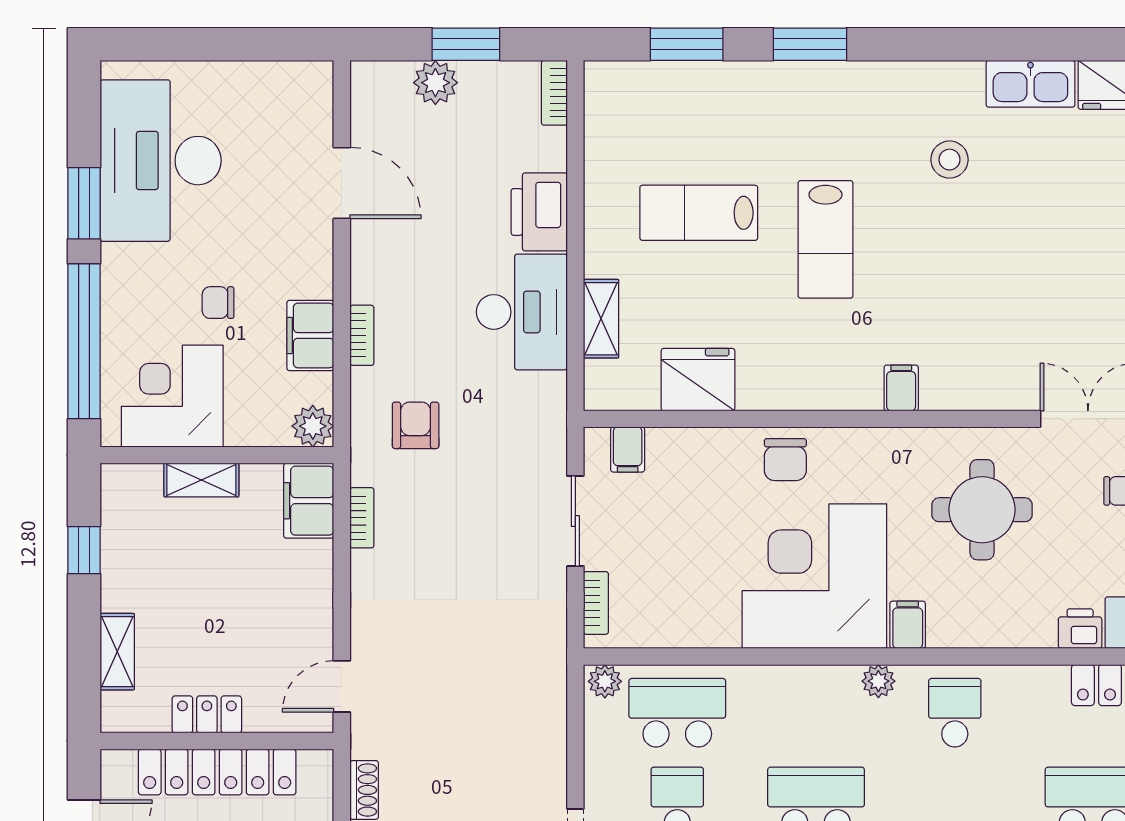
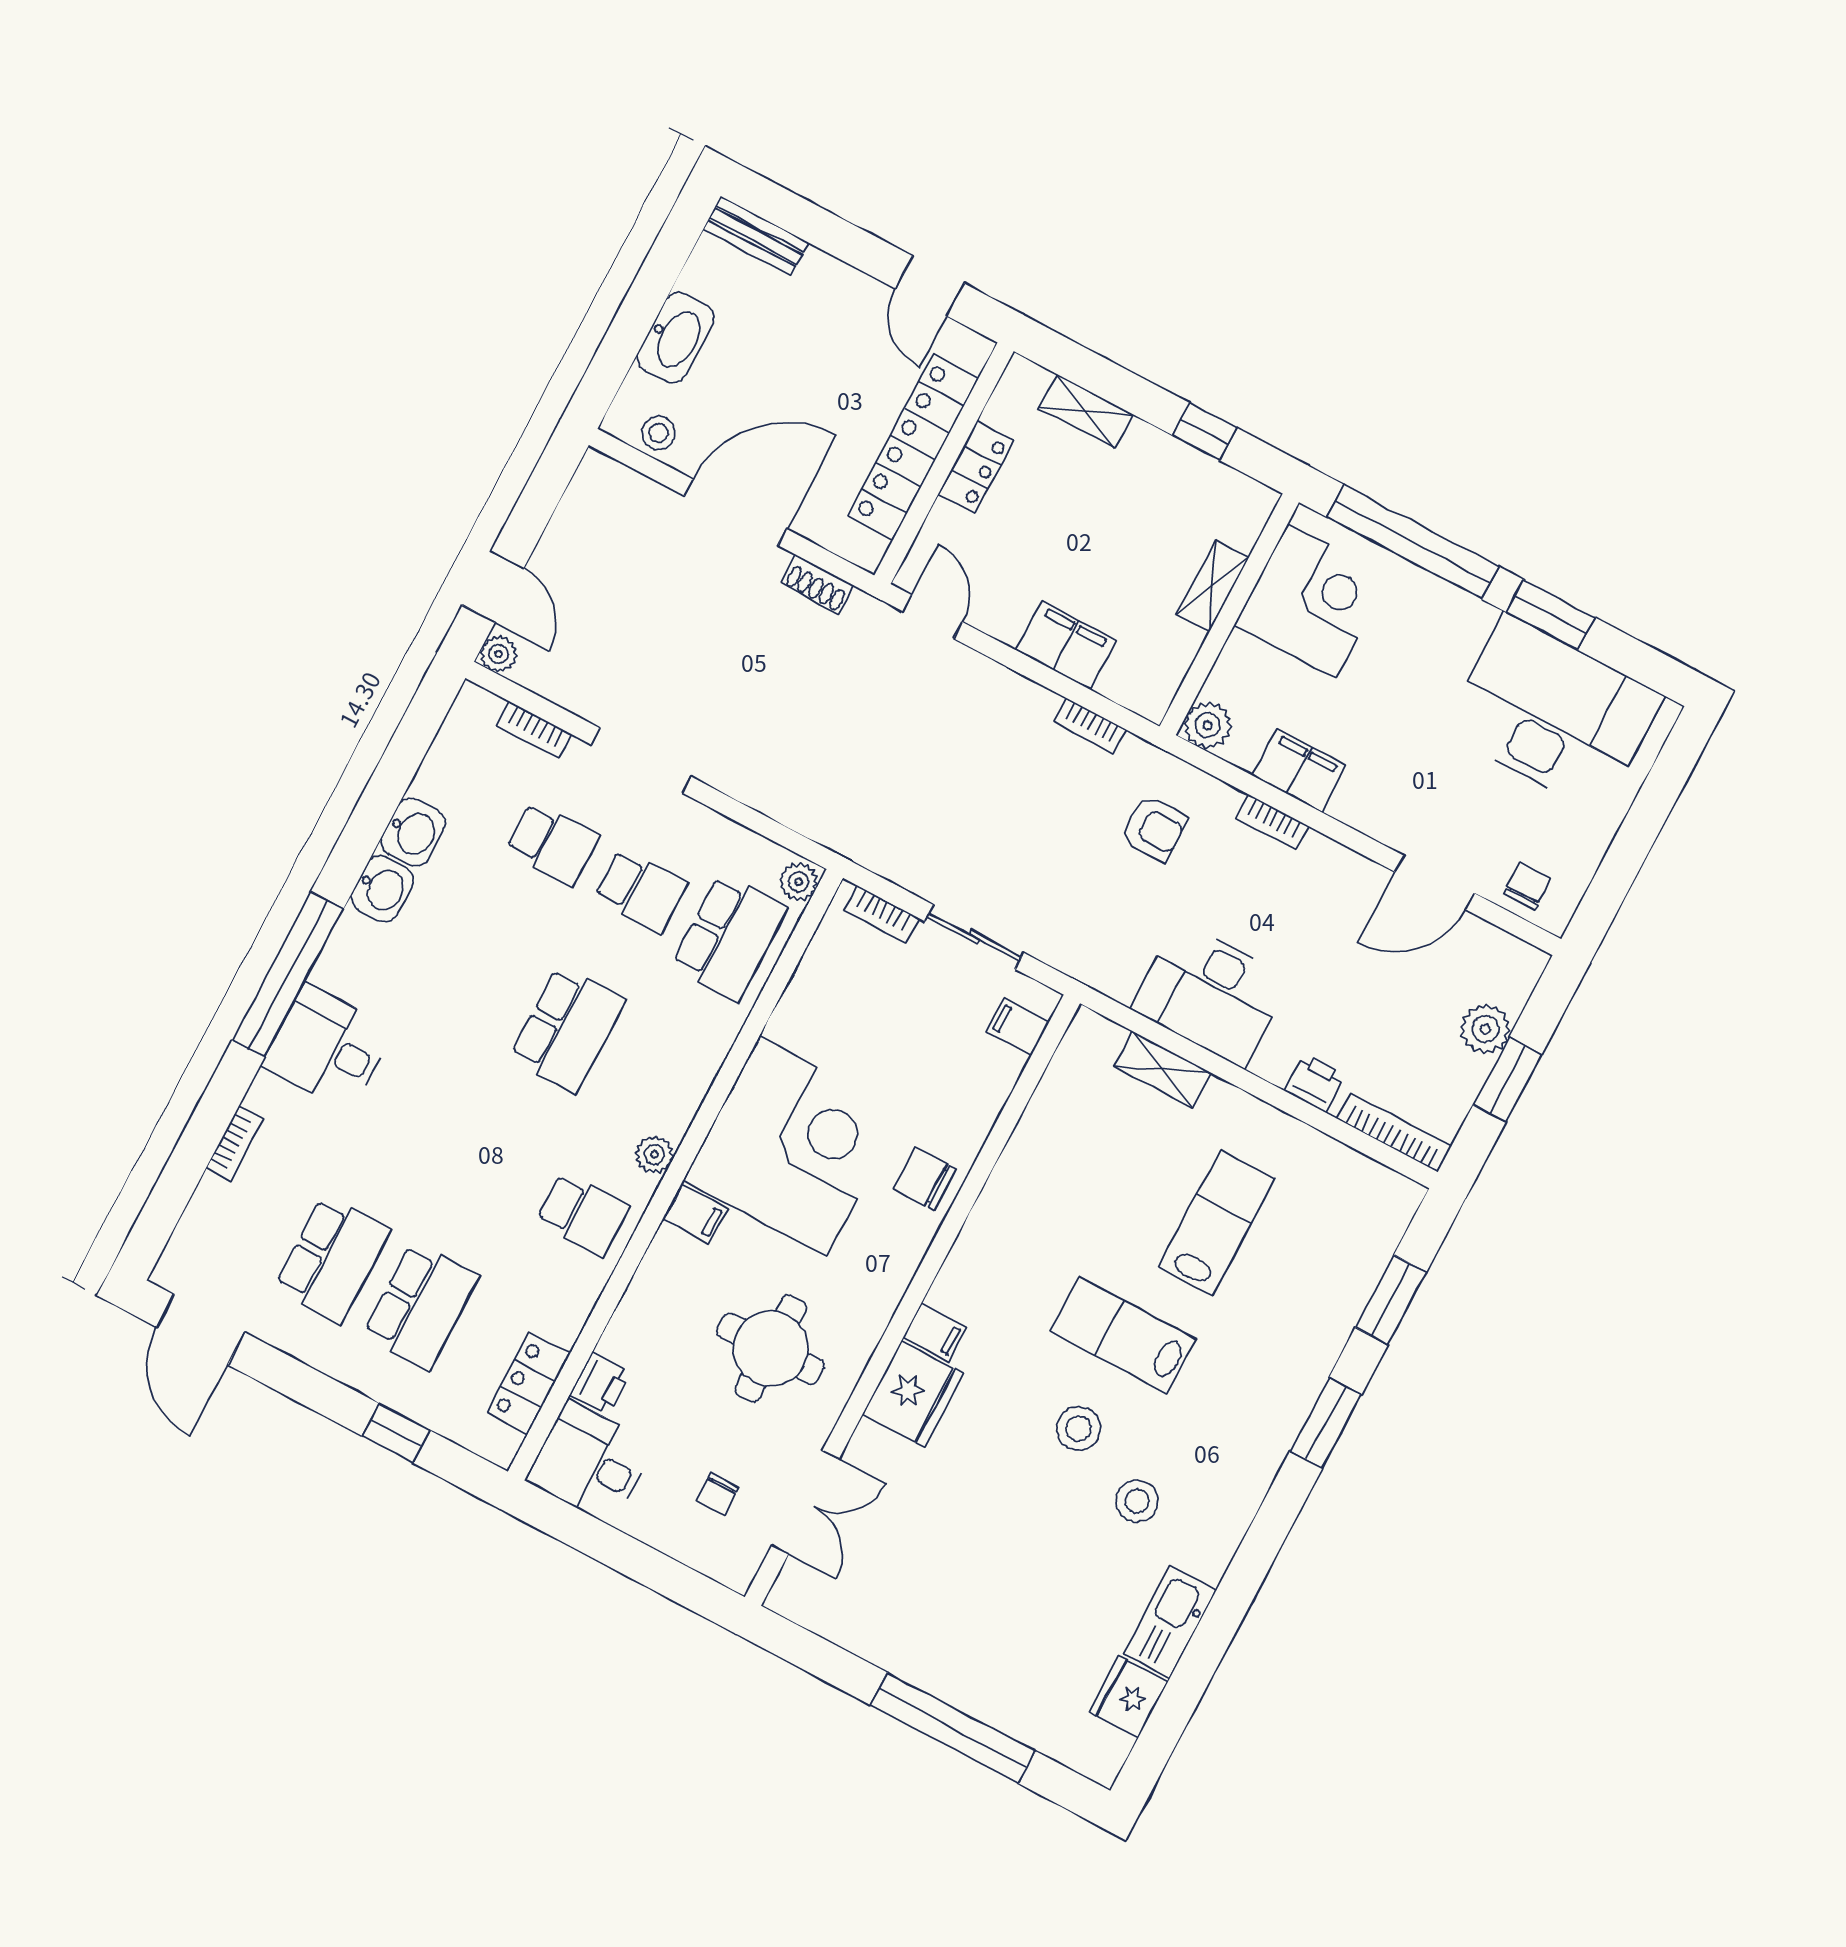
bookcase: (554, 93) -> (1394, 1133), width x1.56
printer: (539, 212) -> (1315, 1083), width x0.53, depth x0.68
stool: (917, 235) -> (1079, 1429), added
chair: (218, 303) -> (1527, 886), moved
fridge: (698, 380) -> (913, 1394), moved
filing cabinet: (309, 501) -> (1066, 645), moved

